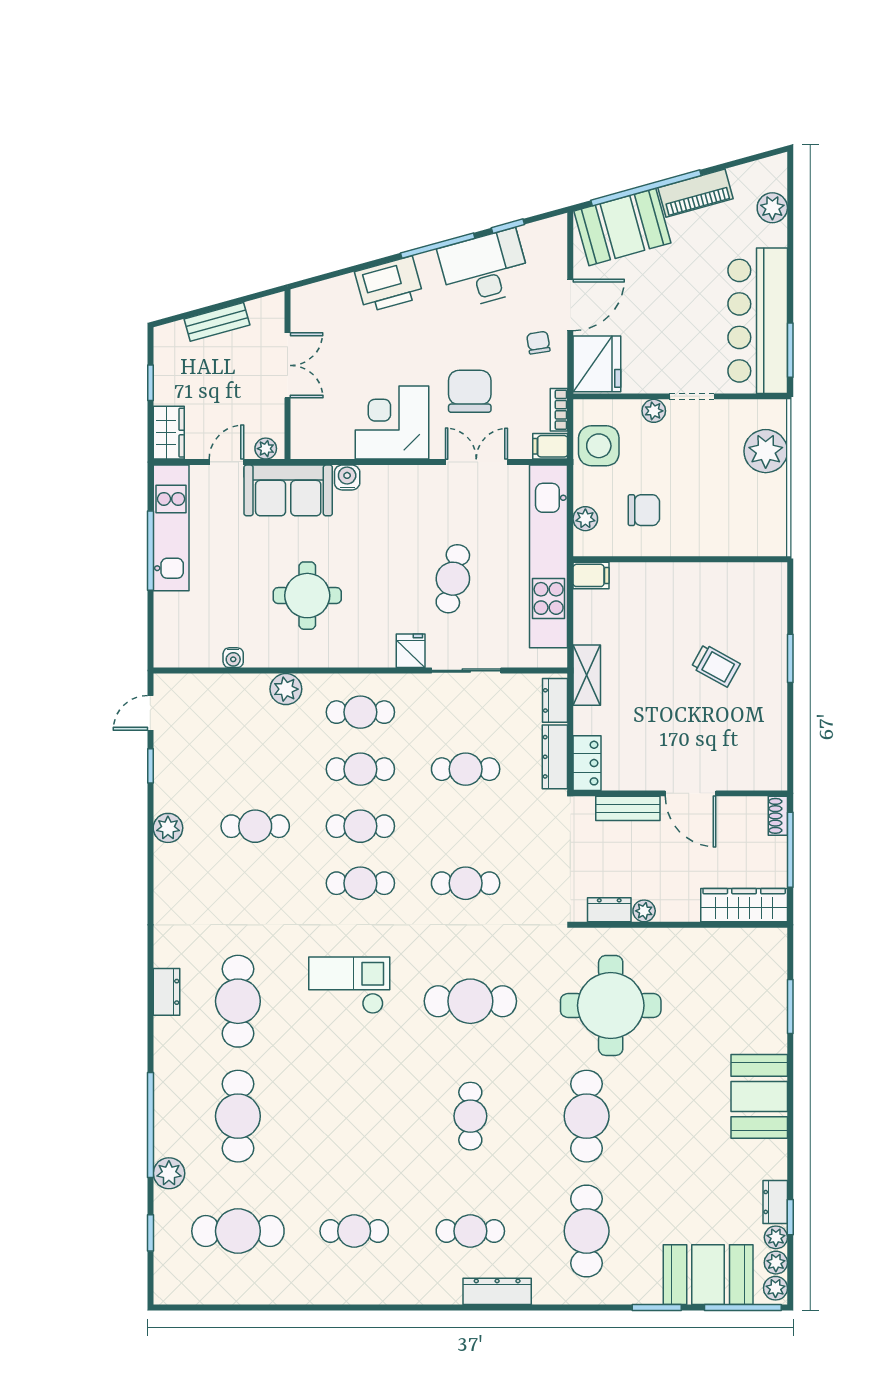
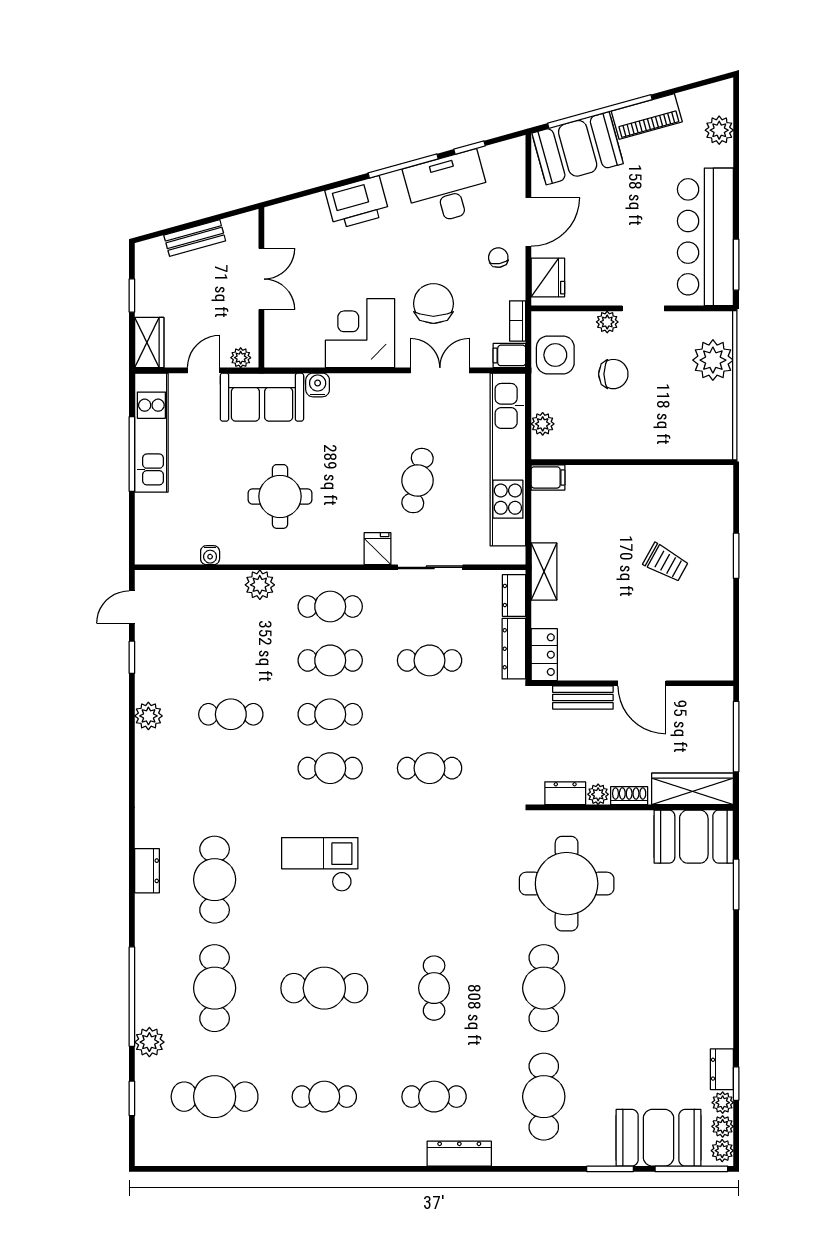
fridge: (597, 364) -> (548, 278), width x0.73, depth x0.75
chair: (644, 510) -> (613, 374), moved
shoe rack: (778, 816) -> (629, 796), moved, turned 90
cafe table: (470, 1001) -> (324, 988), moved
booth: (759, 1096) -> (694, 837), moved, turned 90

